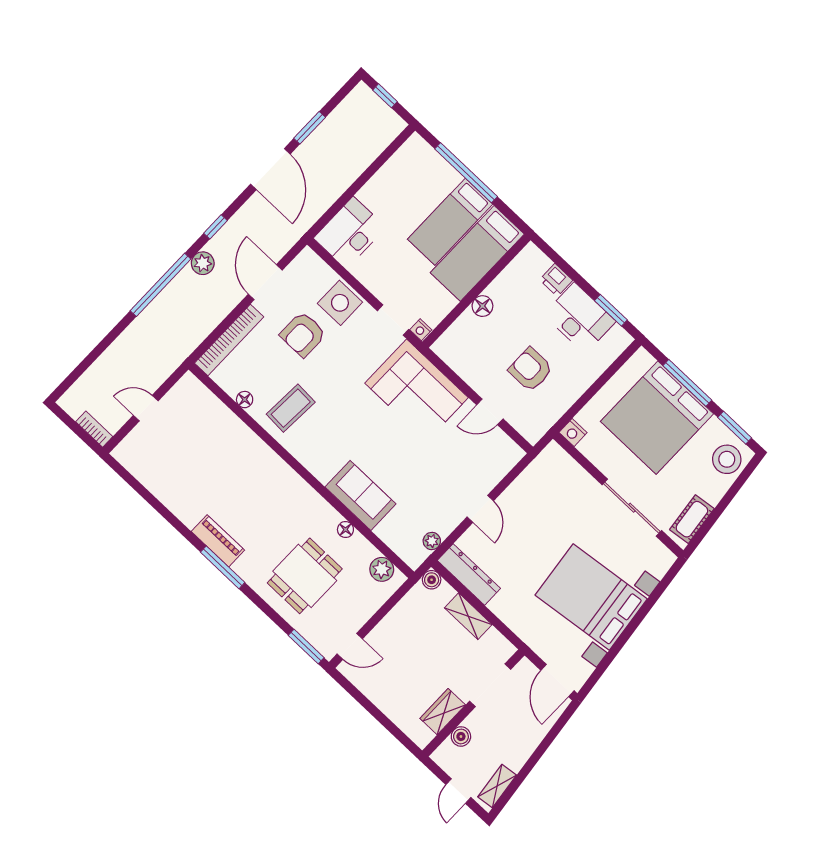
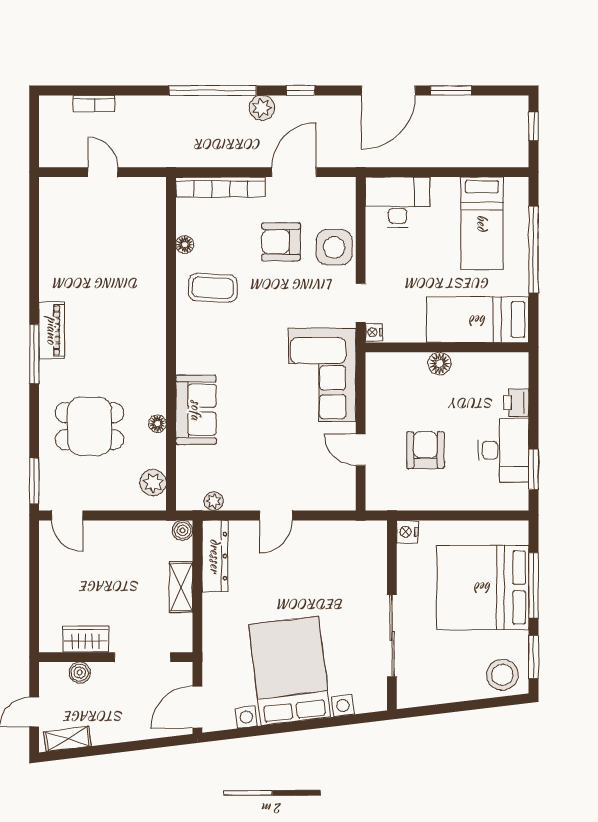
bed: (450, 222) -> (482, 223), moved, turned -90
bookcase: (94, 429) -> (94, 104), moved, turned 90
cot: (692, 519) -> (428, 692), removed

